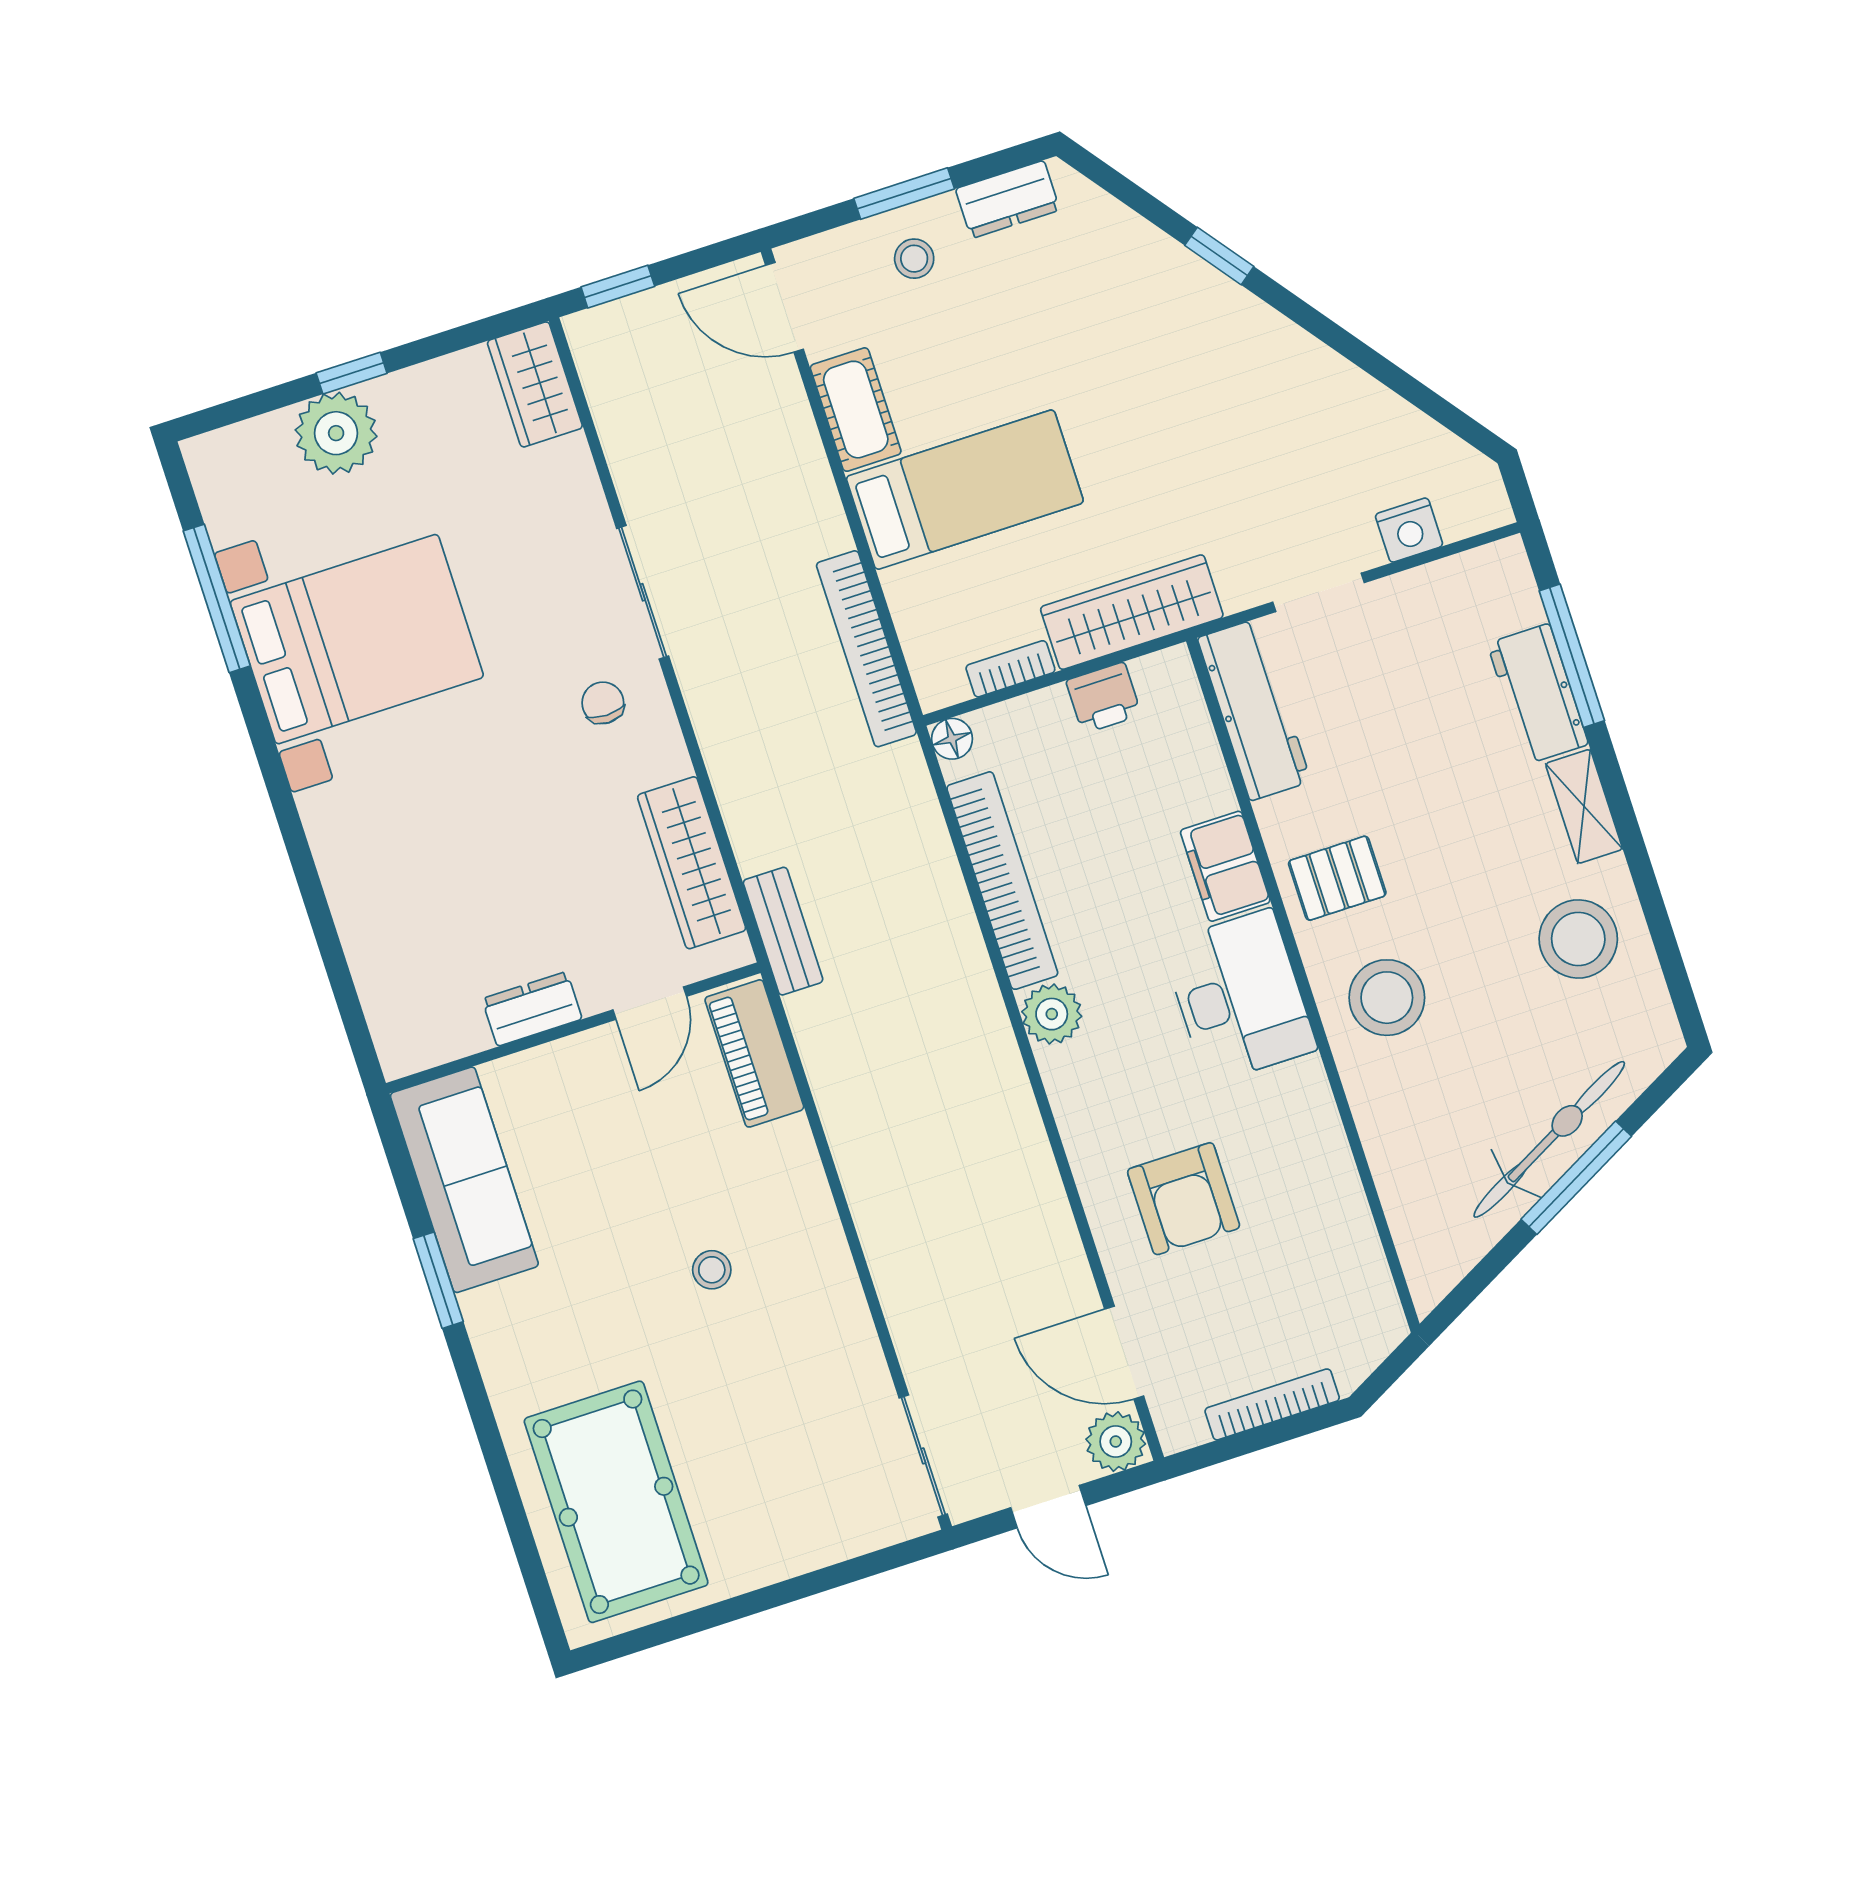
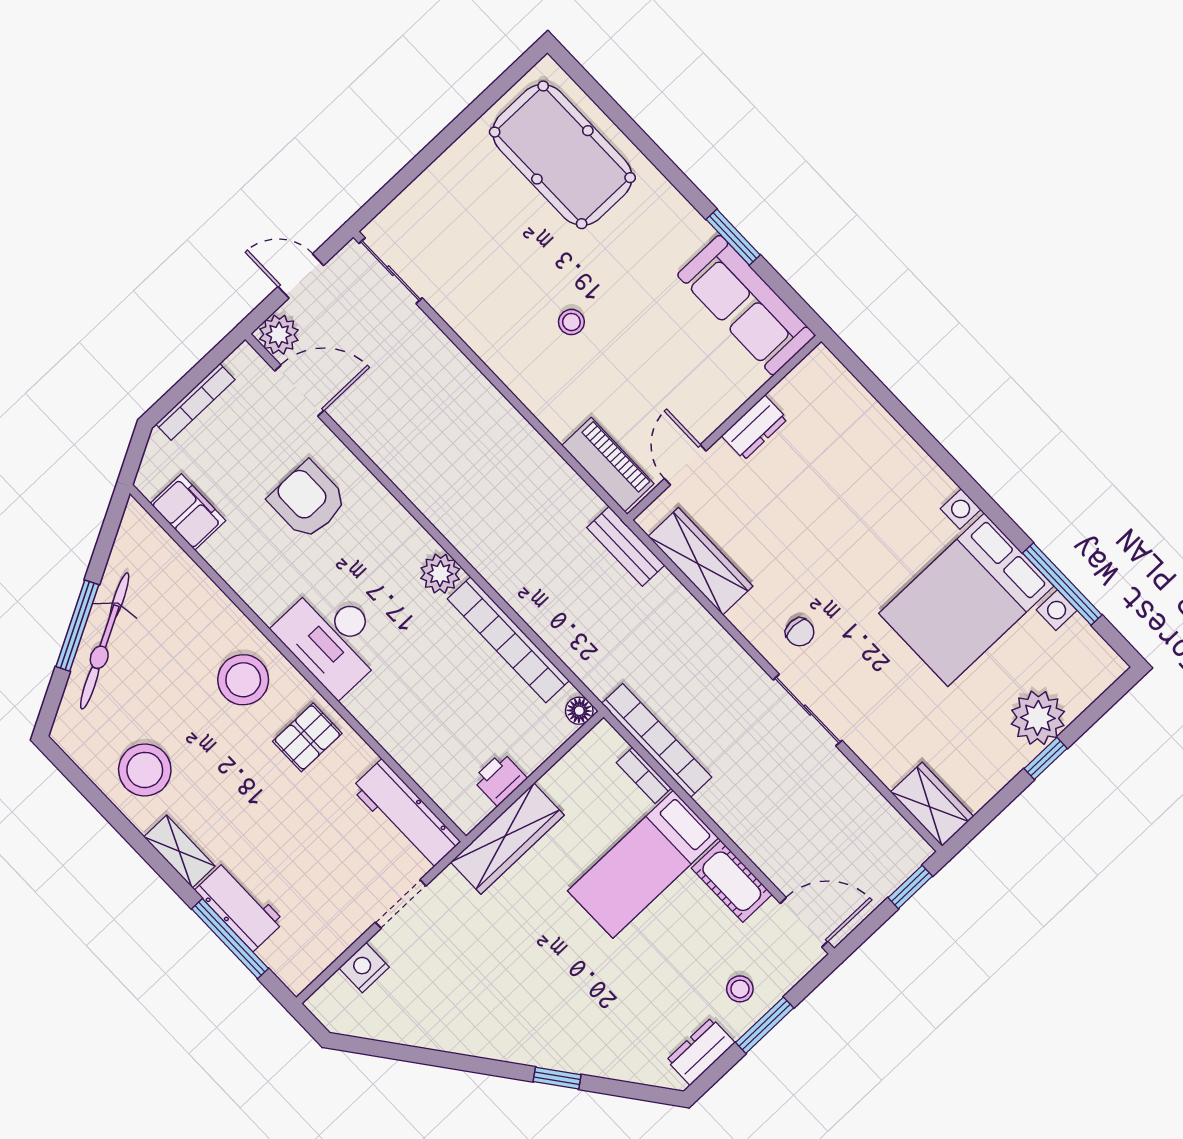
bookcase: (1010, 669) -> (644, 775), moved, turned 90
filing cabinet: (1225, 866) -> (188, 512), moved

